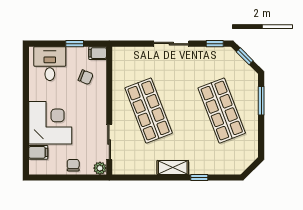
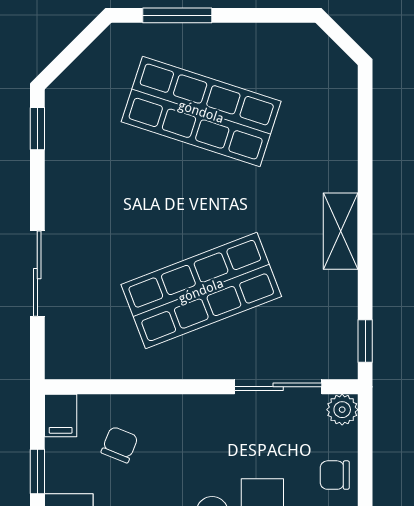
sliding door: (171, 44) -> (37, 274), moved
window: (245, 56) -> (68, 55), removed
shop shelf: (222, 111) -> (201, 112), turned 39
window: (199, 178) -> (365, 341), moved

